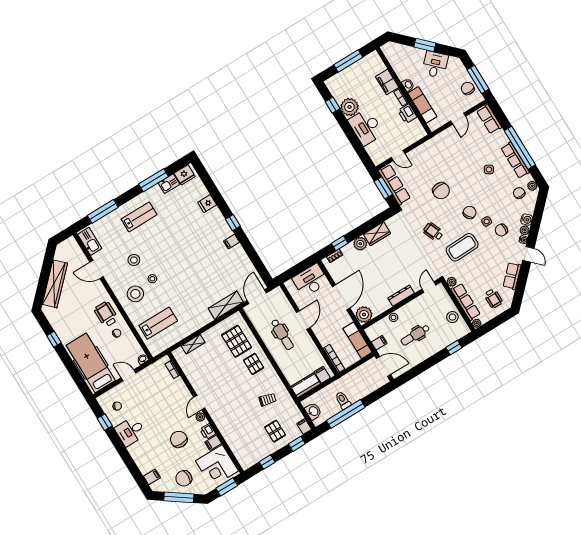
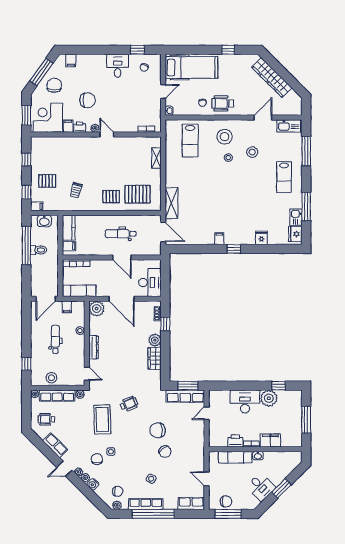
chair: (470, 212) -> (165, 452), moved
wheelchair: (106, 314) -> (223, 103), turned 180

